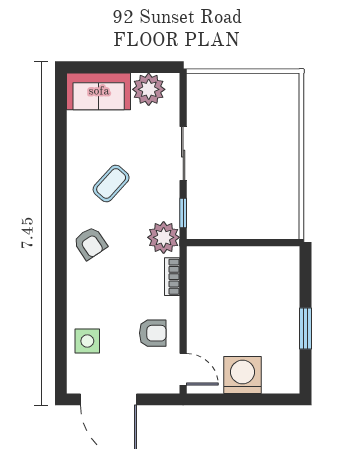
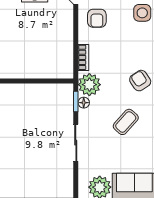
floor lamp: (172, 211) -> (84, 103), added
armchair: (153, 333) -> (97, 18), turned -90

